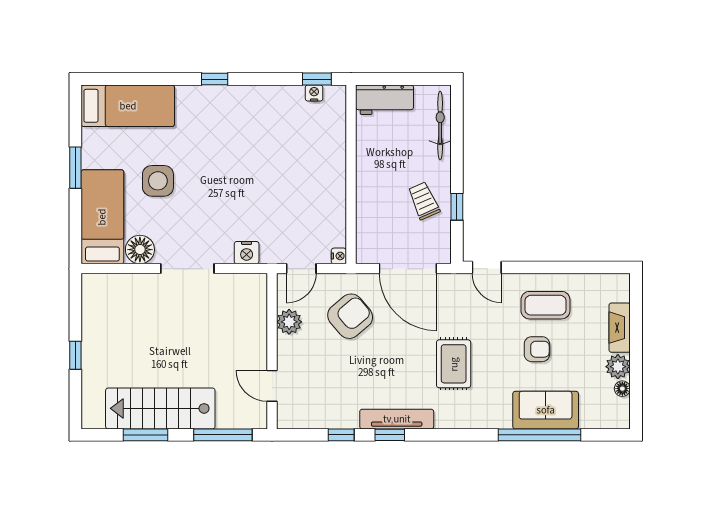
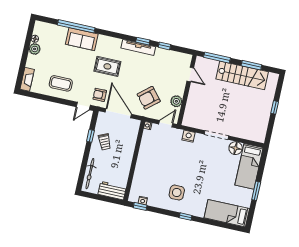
side table: (158, 181) -> (177, 193), moved
door: (487, 267) -> (83, 106), swing flipped
fireplace: (620, 328) -> (27, 79), moved
armchair: (537, 349) -> (100, 95), moved
rug: (454, 364) -> (107, 66), turned 90
sofa: (546, 410) -> (82, 39), moved

